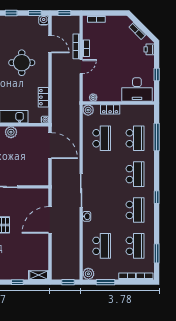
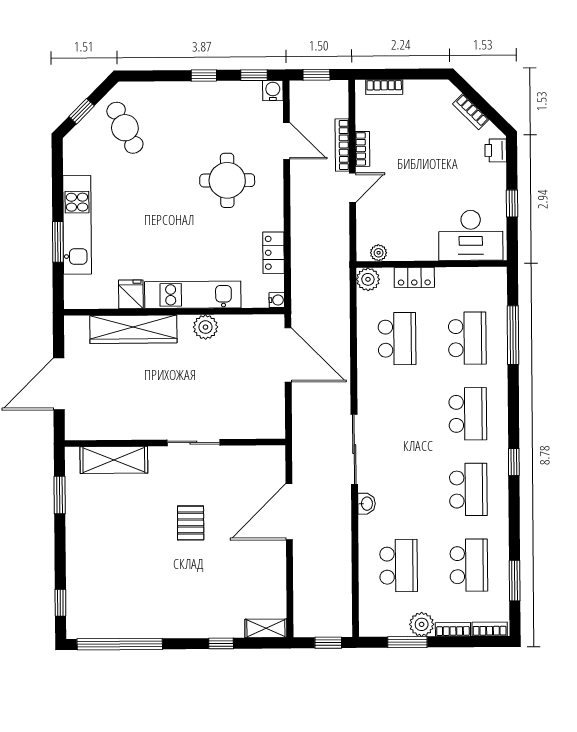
plant: (88, 274) -> (422, 624), moved

